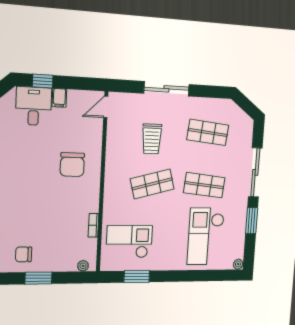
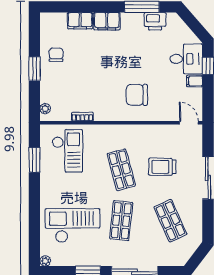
shop shelf: (208, 132) -> (170, 221), turned -30

